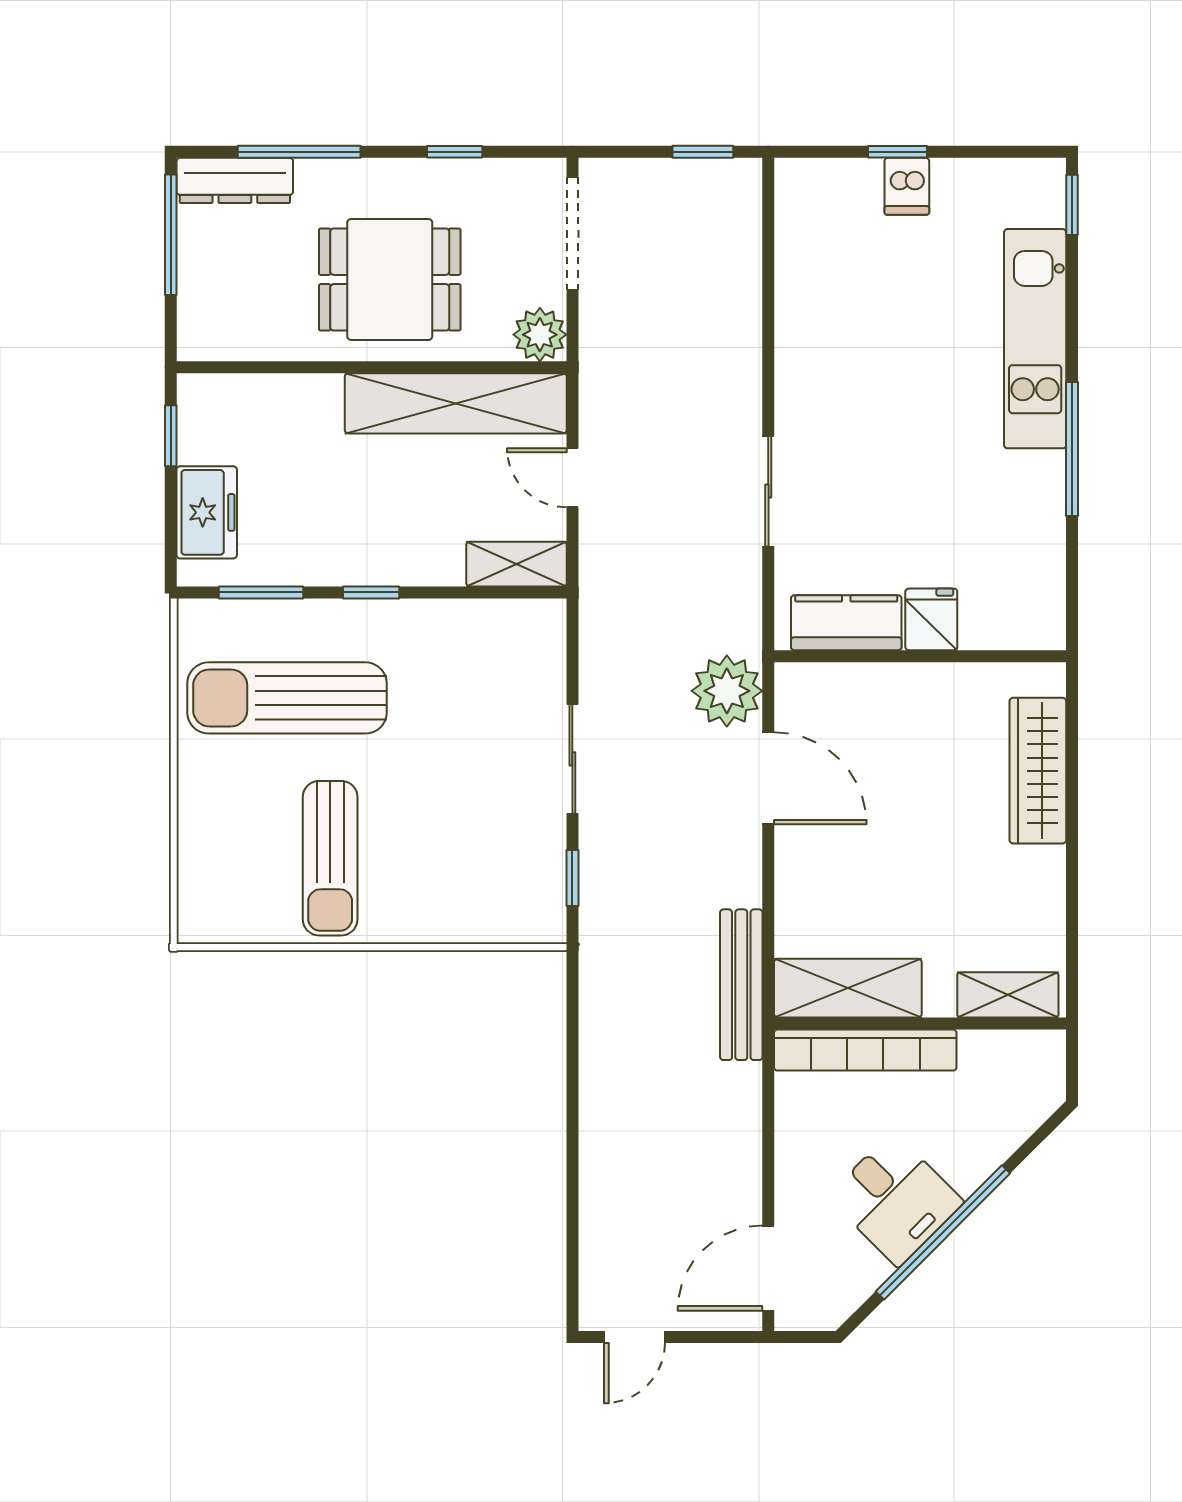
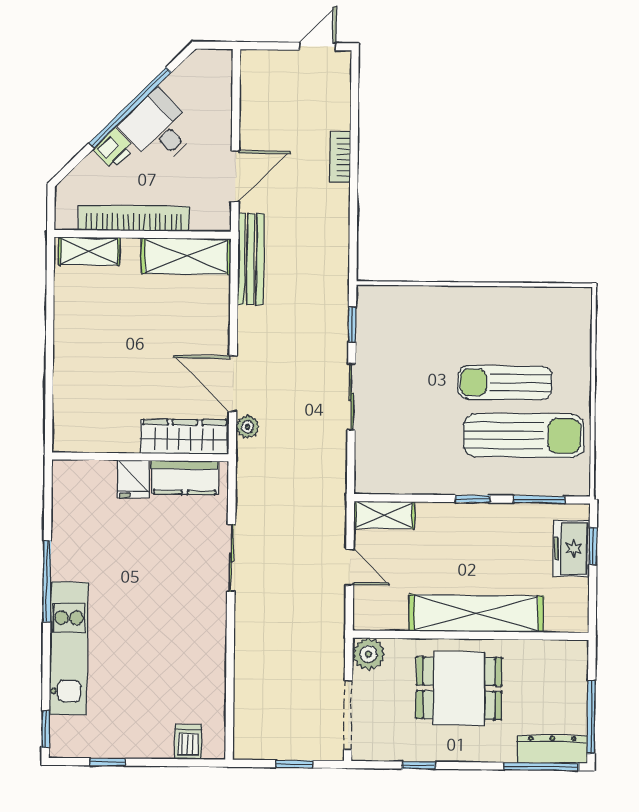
window: (299, 152) -> (541, 767), moved
window: (703, 152) -> (294, 764), moved
window: (898, 152) -> (108, 762), moved
dishwasher: (907, 186) -> (188, 742), moved
shelving: (456, 403) -> (476, 613), moved
window: (171, 436) -> (593, 546), moved
plant: (727, 691) -> (248, 427), width x0.53, depth x0.53
wardrobe: (1038, 771) -> (185, 437), moved, turned -90
sun lounger: (330, 858) -> (505, 383), moved, turned -90
bookcase: (865, 1050) -> (134, 218), moved
bookcase: (595, 1155) -> (340, 157), added
printer: (970, 1164) -> (114, 149), added
door: (768, 1268) -> (235, 176), moved

